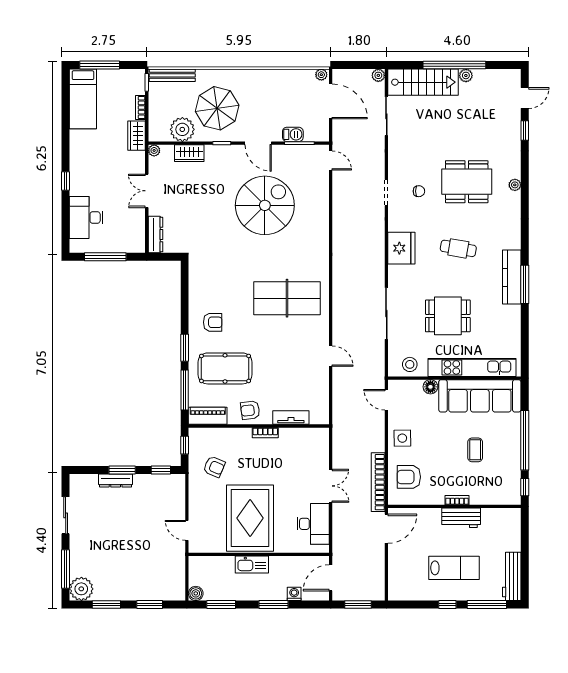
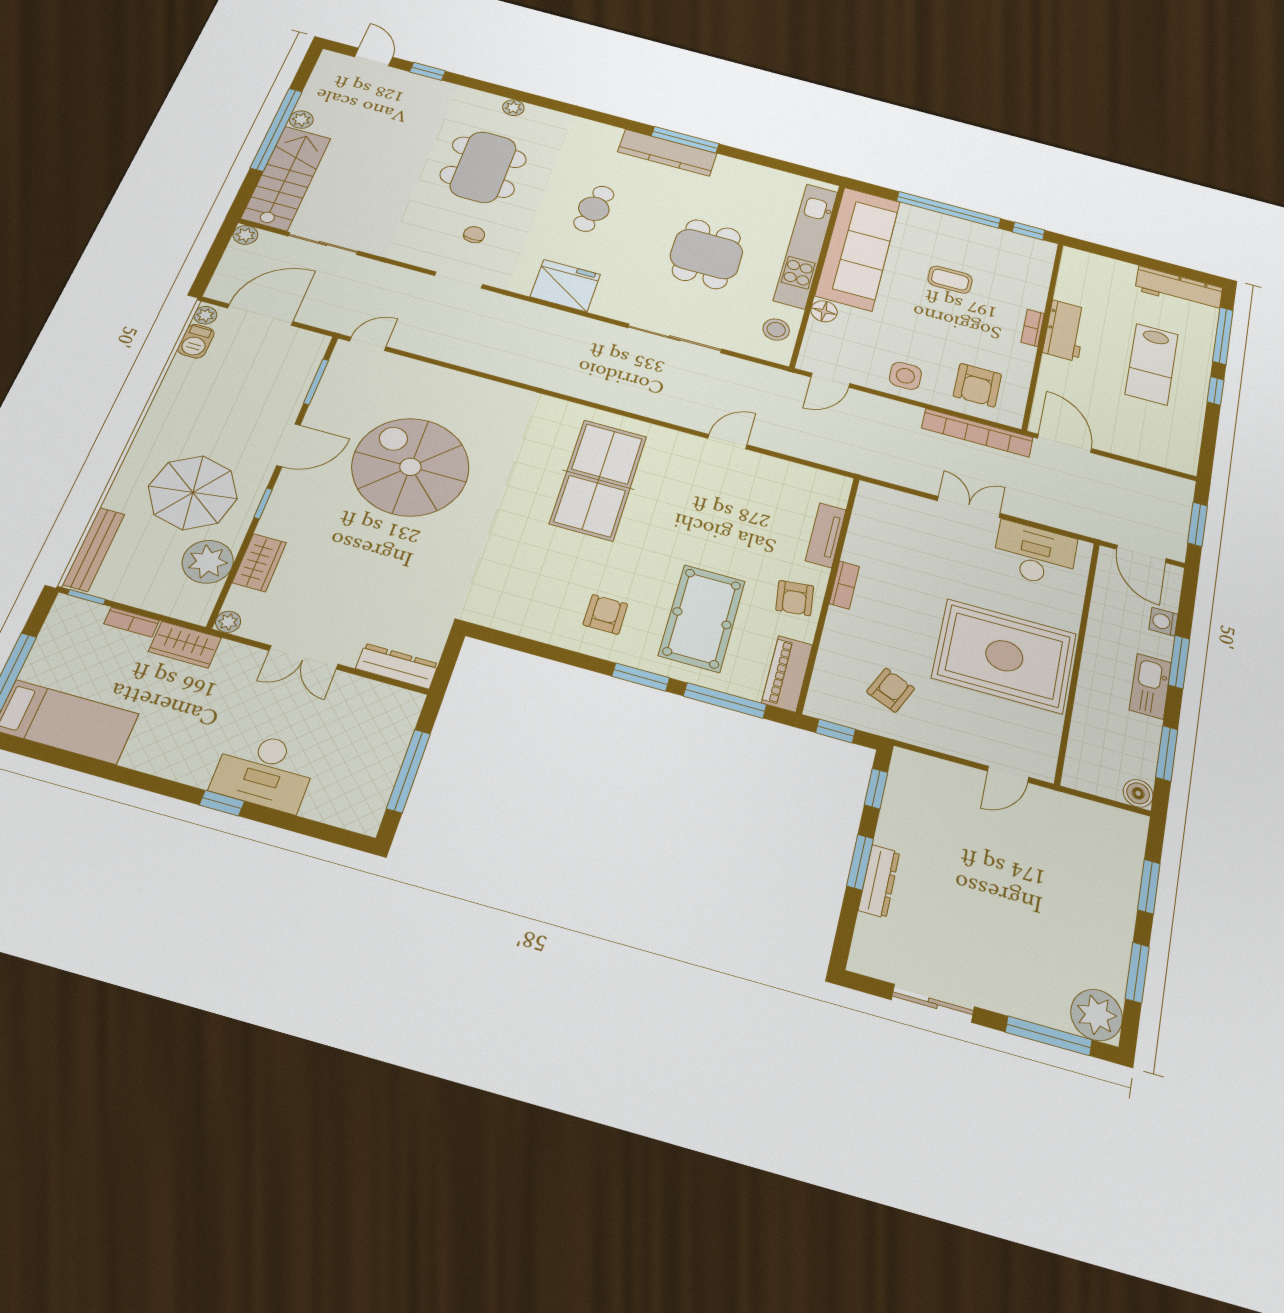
barbecue: (293, 134) -> (196, 341), moved, turned 180
desk: (86, 217) -> (265, 771), moved
kitchen sink: (252, 565) -> (1150, 686), moved, turned 180
lab bench: (454, 568) -> (1152, 364), turned 180

